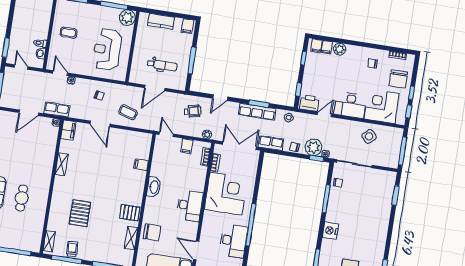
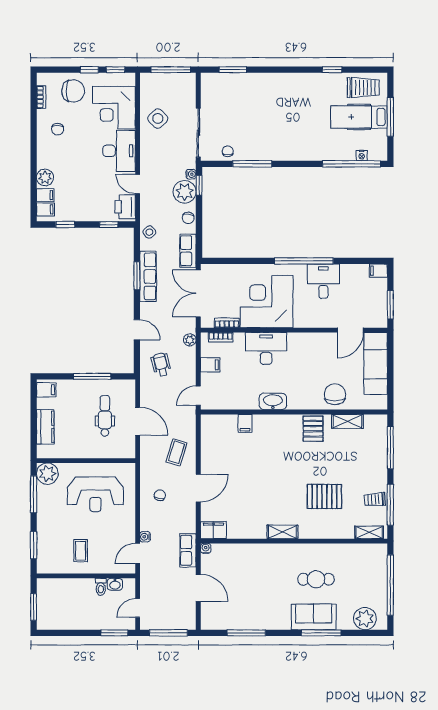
shelving: (62, 164) -> (282, 532), moved
desk: (190, 206) -> (266, 348), moved
nightstand: (330, 231) -> (295, 151), removed
desk: (233, 241) -> (323, 281), width x0.73

